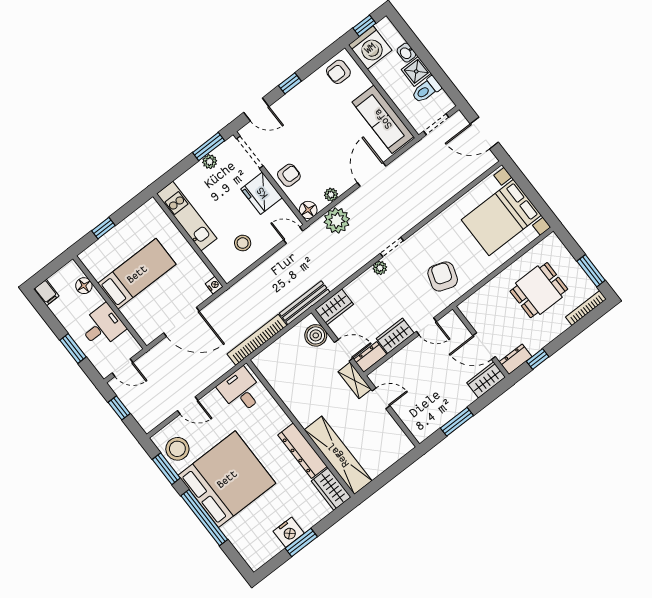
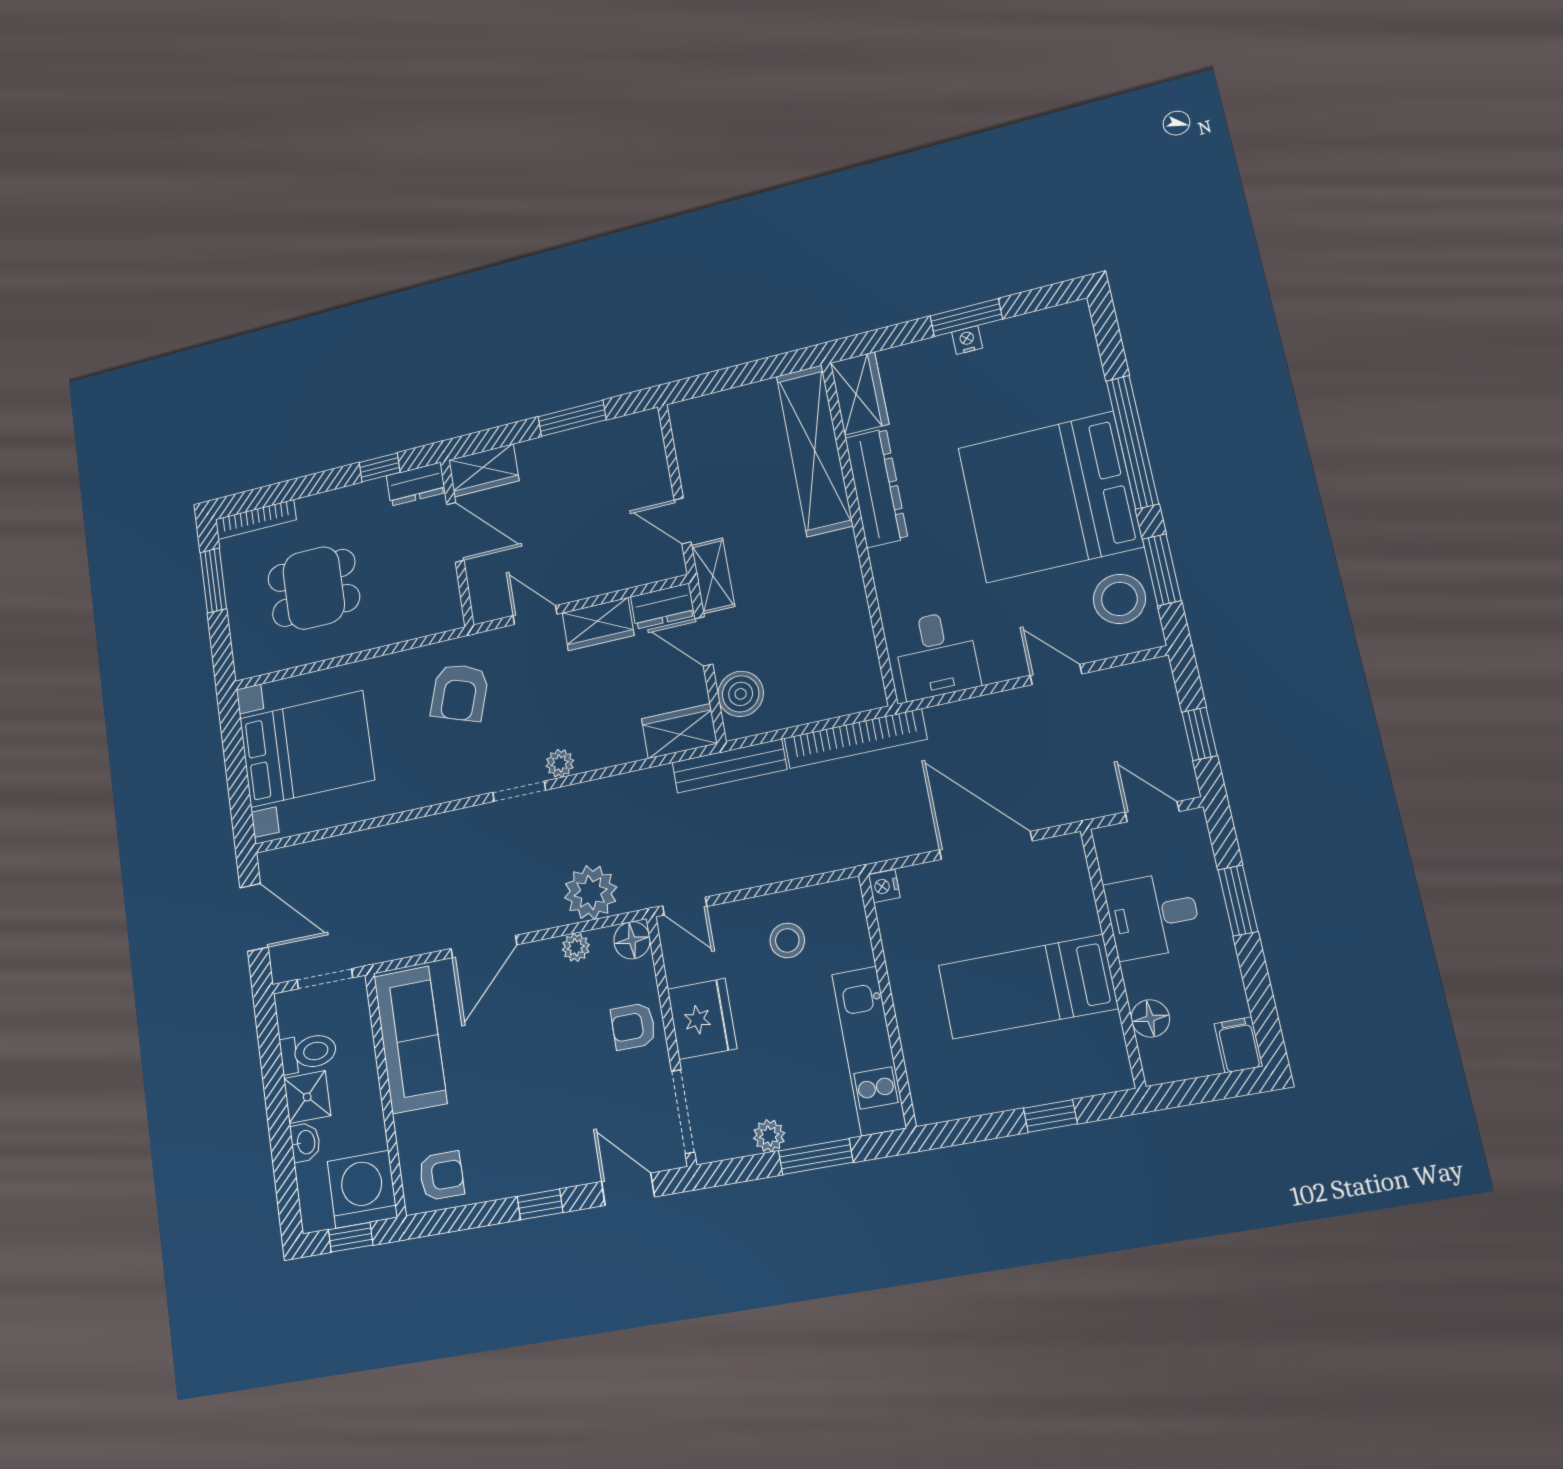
window: (209, 147) -> (816, 1157), moved
nightstand: (289, 532) -> (967, 340), width x0.53, depth x0.56

